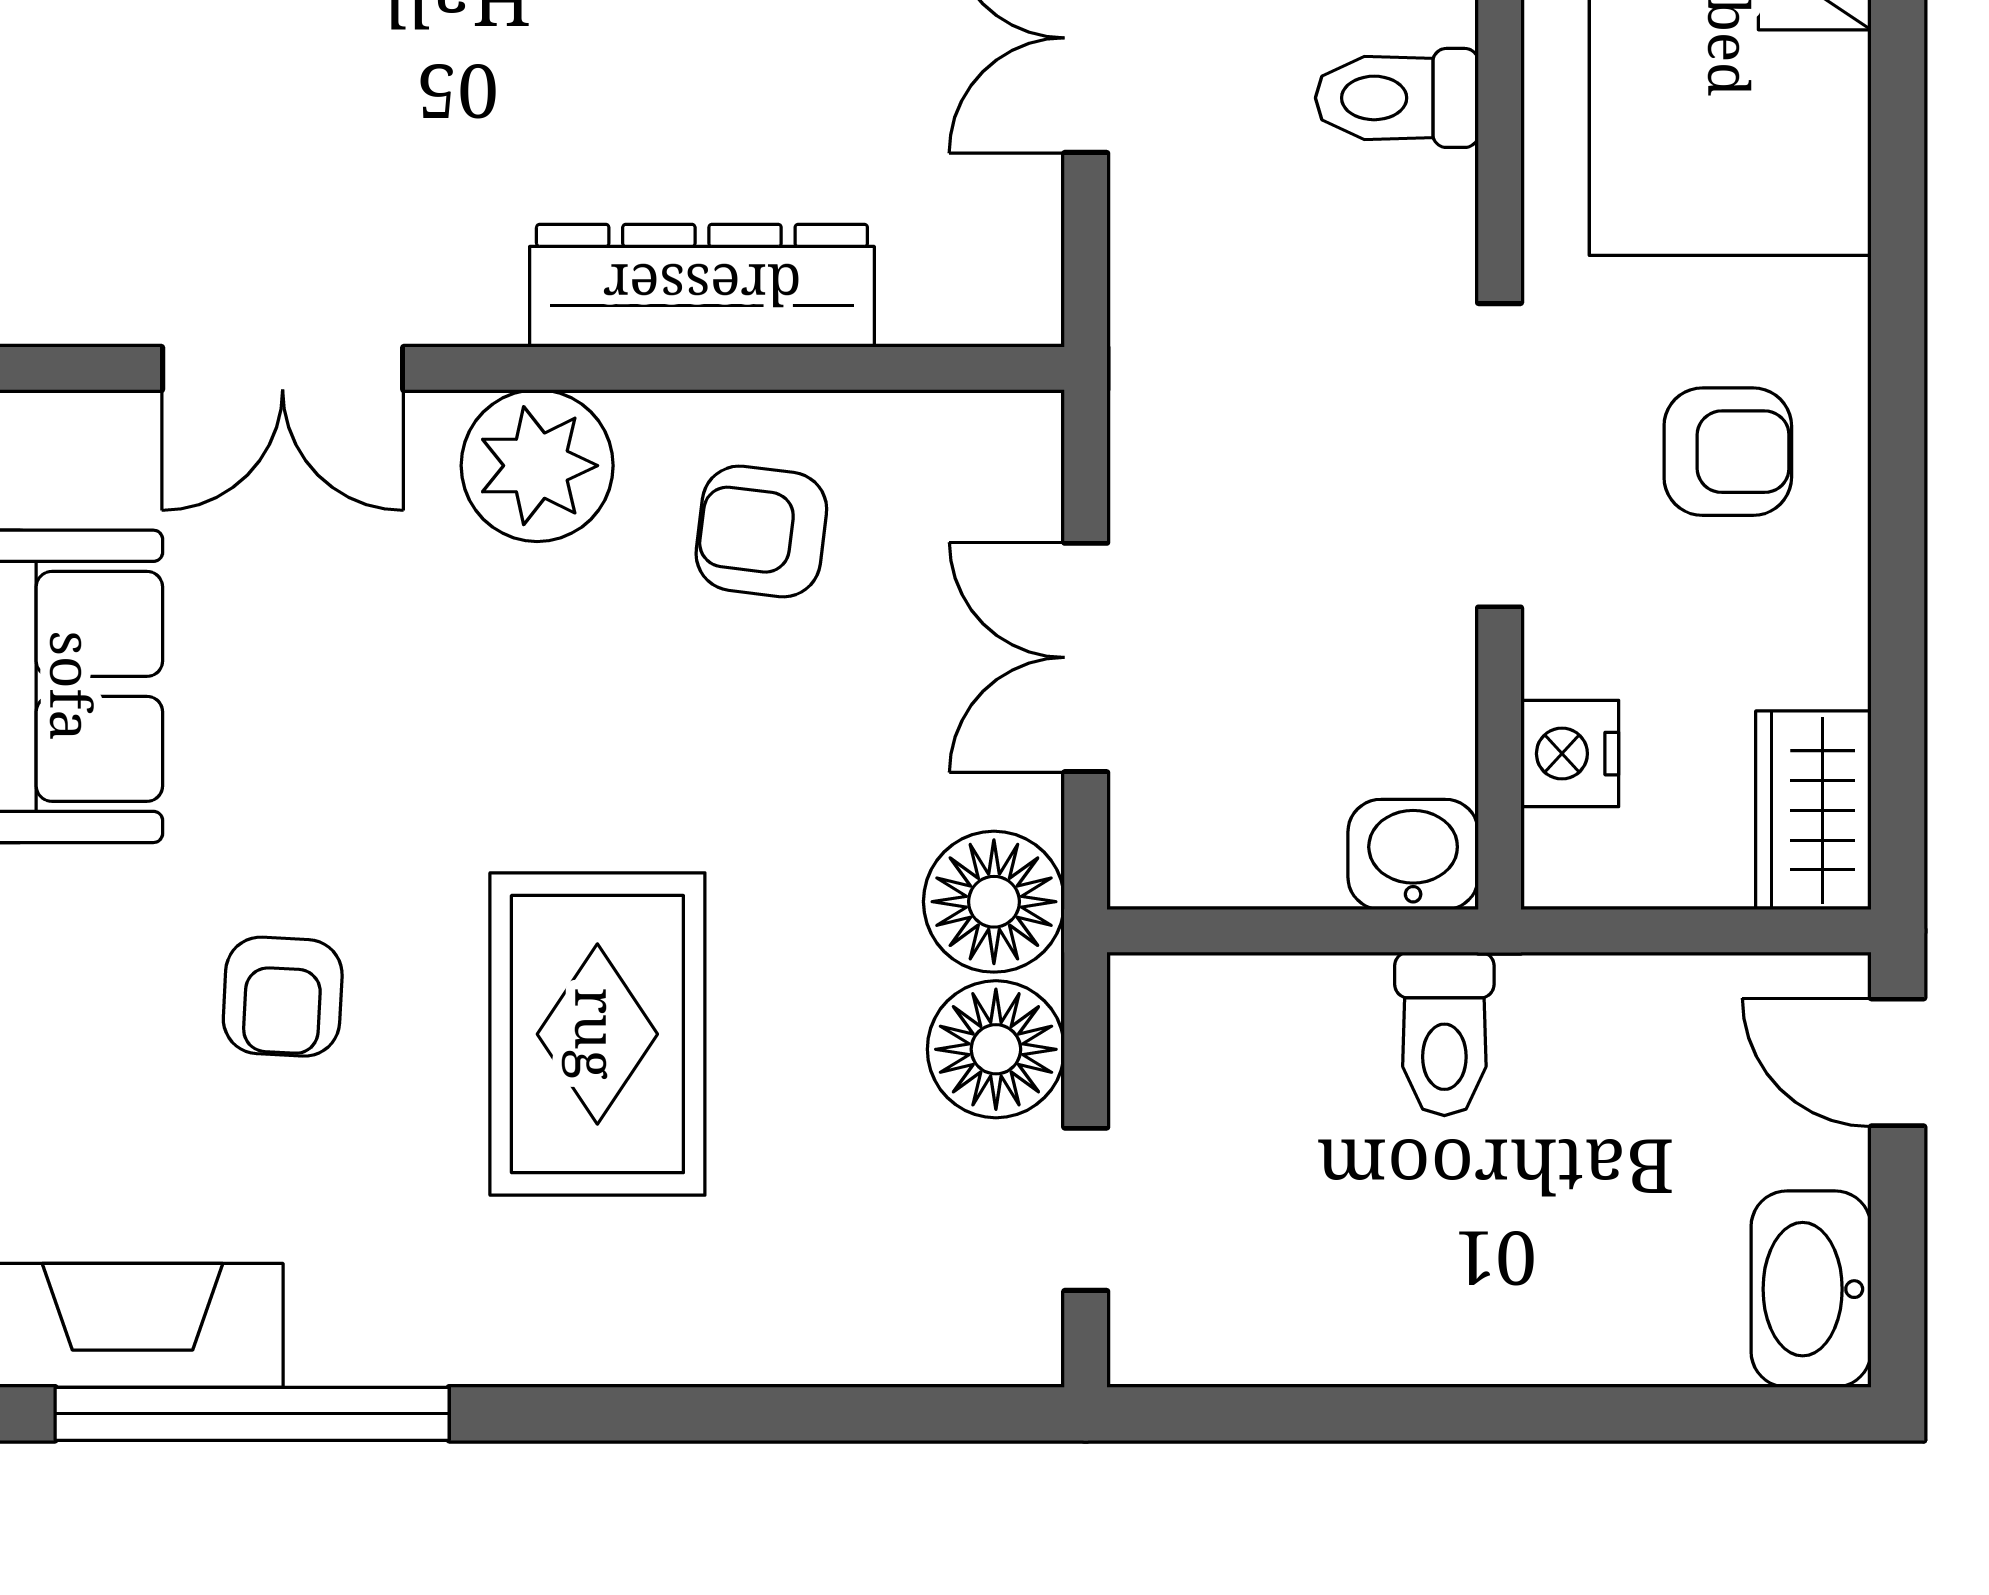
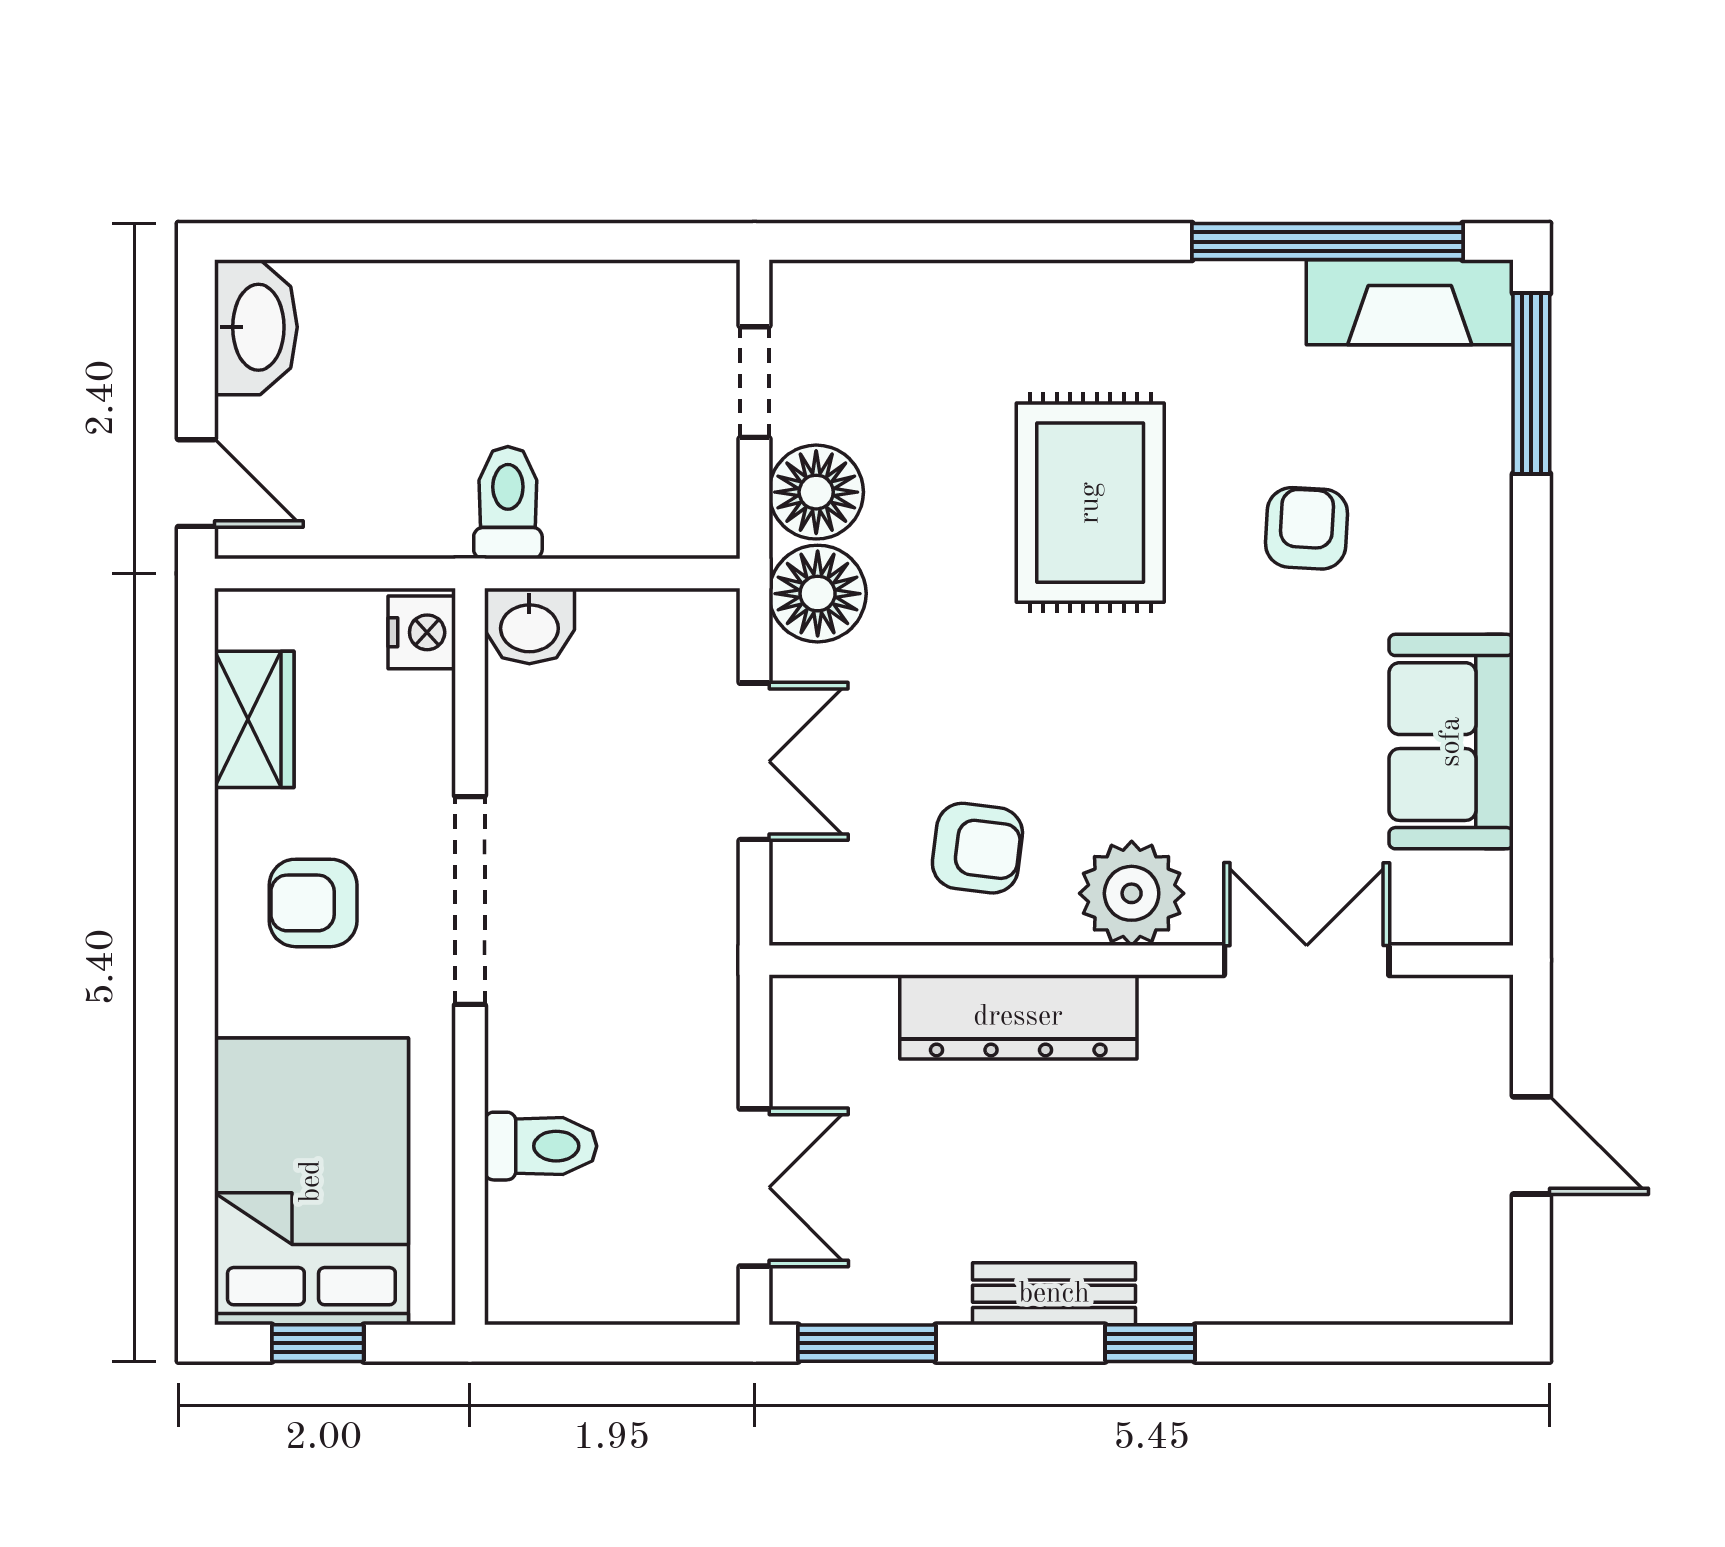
nightstand: (1570, 754) -> (422, 632), moved
wardrobe: (1813, 810) -> (254, 719), moved

